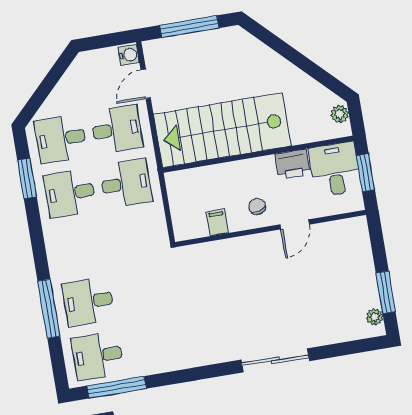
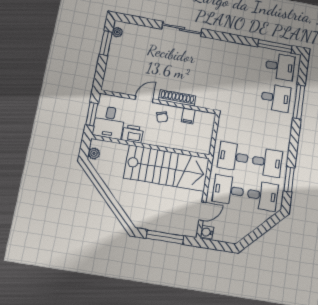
shoe rack: (244, 245) -> (177, 98), added

